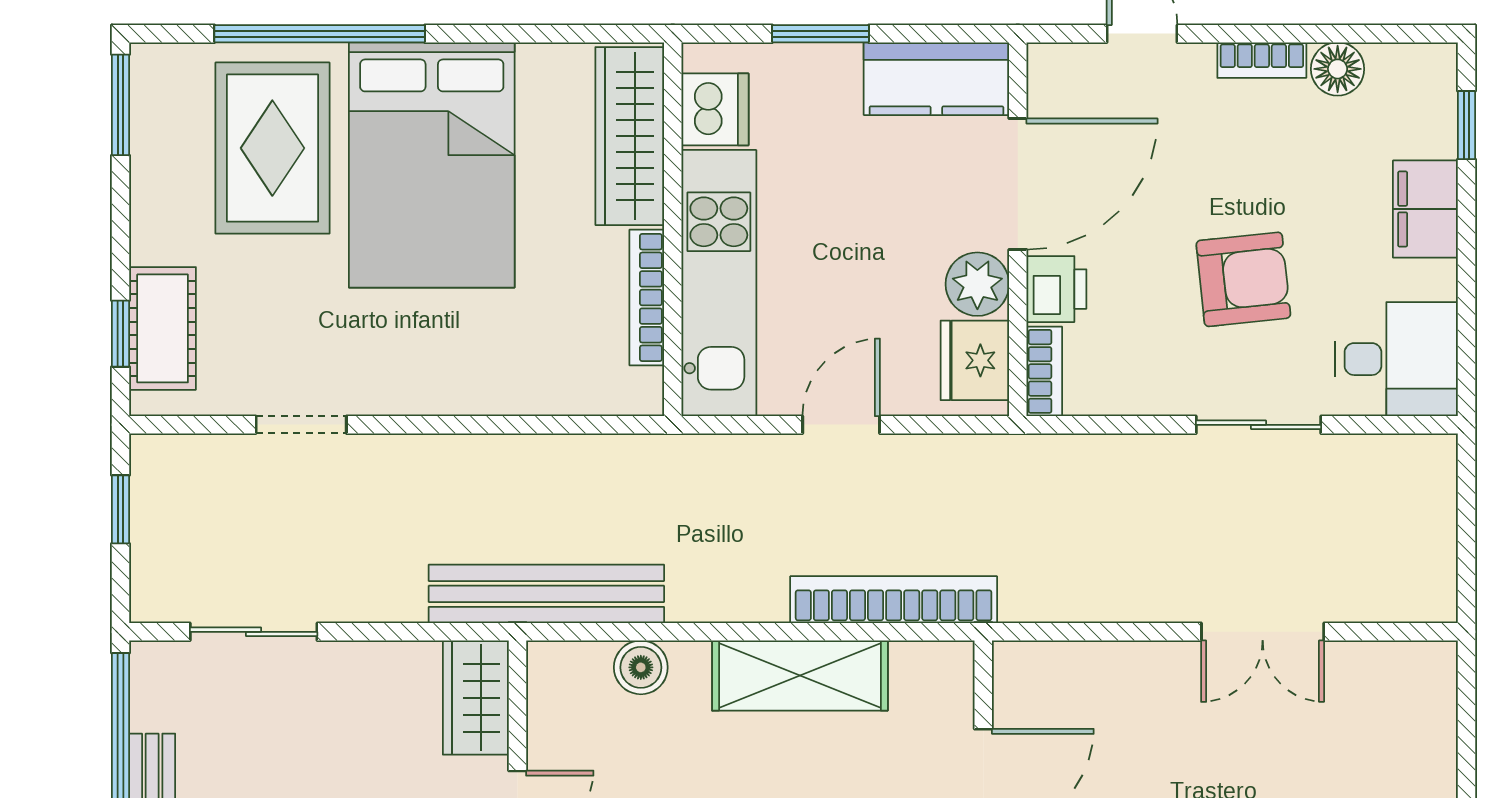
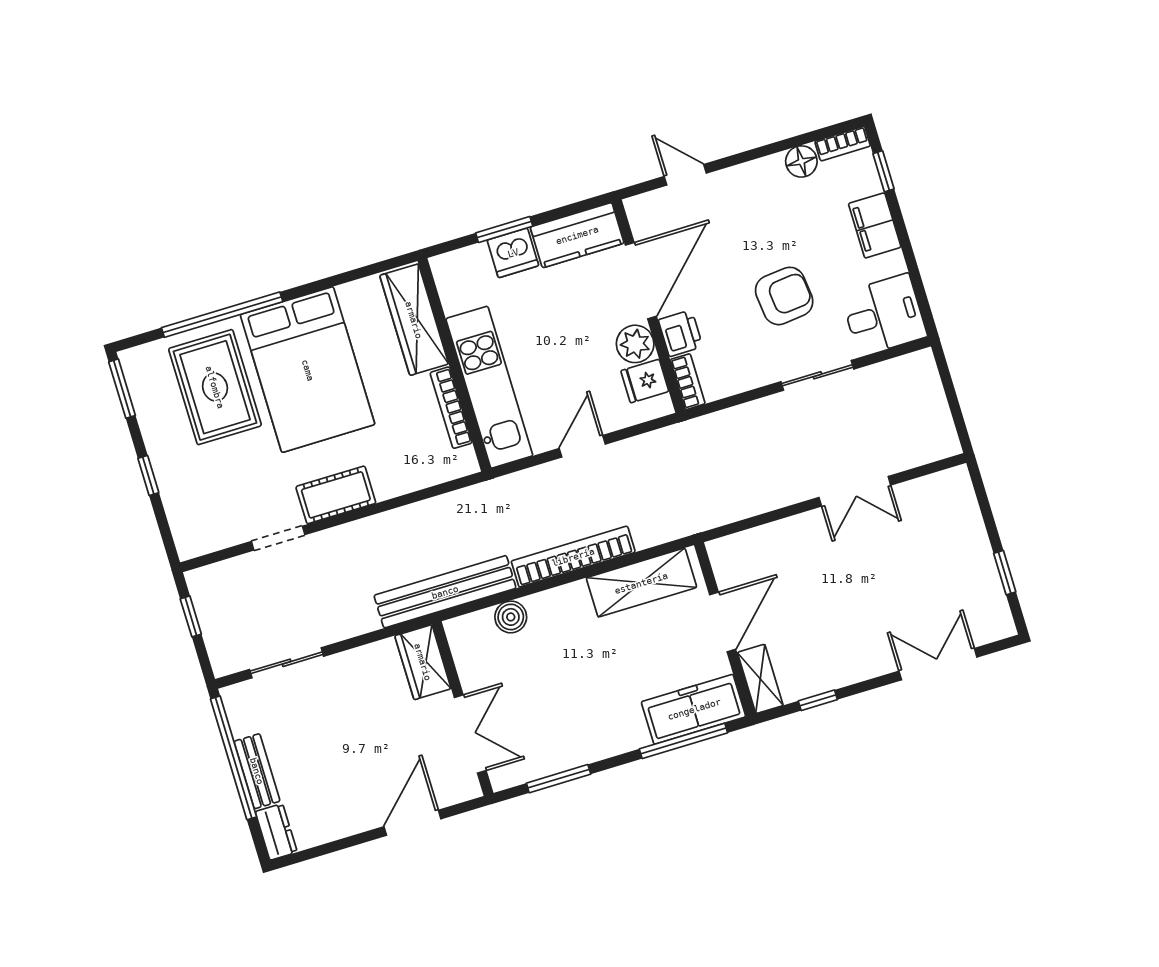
bookcase: (1262, 60) -> (843, 144), moved
dishwasher: (715, 109) -> (513, 253), moved, turned 90
cot: (163, 328) -> (336, 495), moved, turned 90
window: (121, 334) -> (148, 475), moved
fridge: (975, 360) -> (645, 381), width x0.72
bookcase: (894, 600) -> (573, 557), moved
shelving: (800, 676) -> (641, 583), moved

